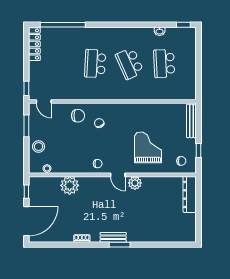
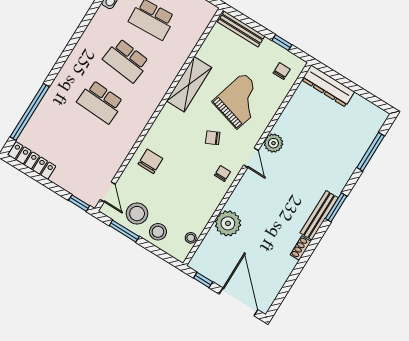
school desk: (130, 64) -> (126, 60), turned 30
door: (44, 101) -> (108, 192), hinge flipped
shelving: (139, 110) -> (189, 84), added
chair: (99, 123) -> (213, 138), moved
stool: (42, 127) -> (137, 214), added
grand piano: (148, 147) -> (240, 101), turned 106
door: (118, 175) -> (251, 158), hinge flipped
bench: (113, 237) -> (319, 215), width x1.36
window: (166, 245) -> (371, 152), added

